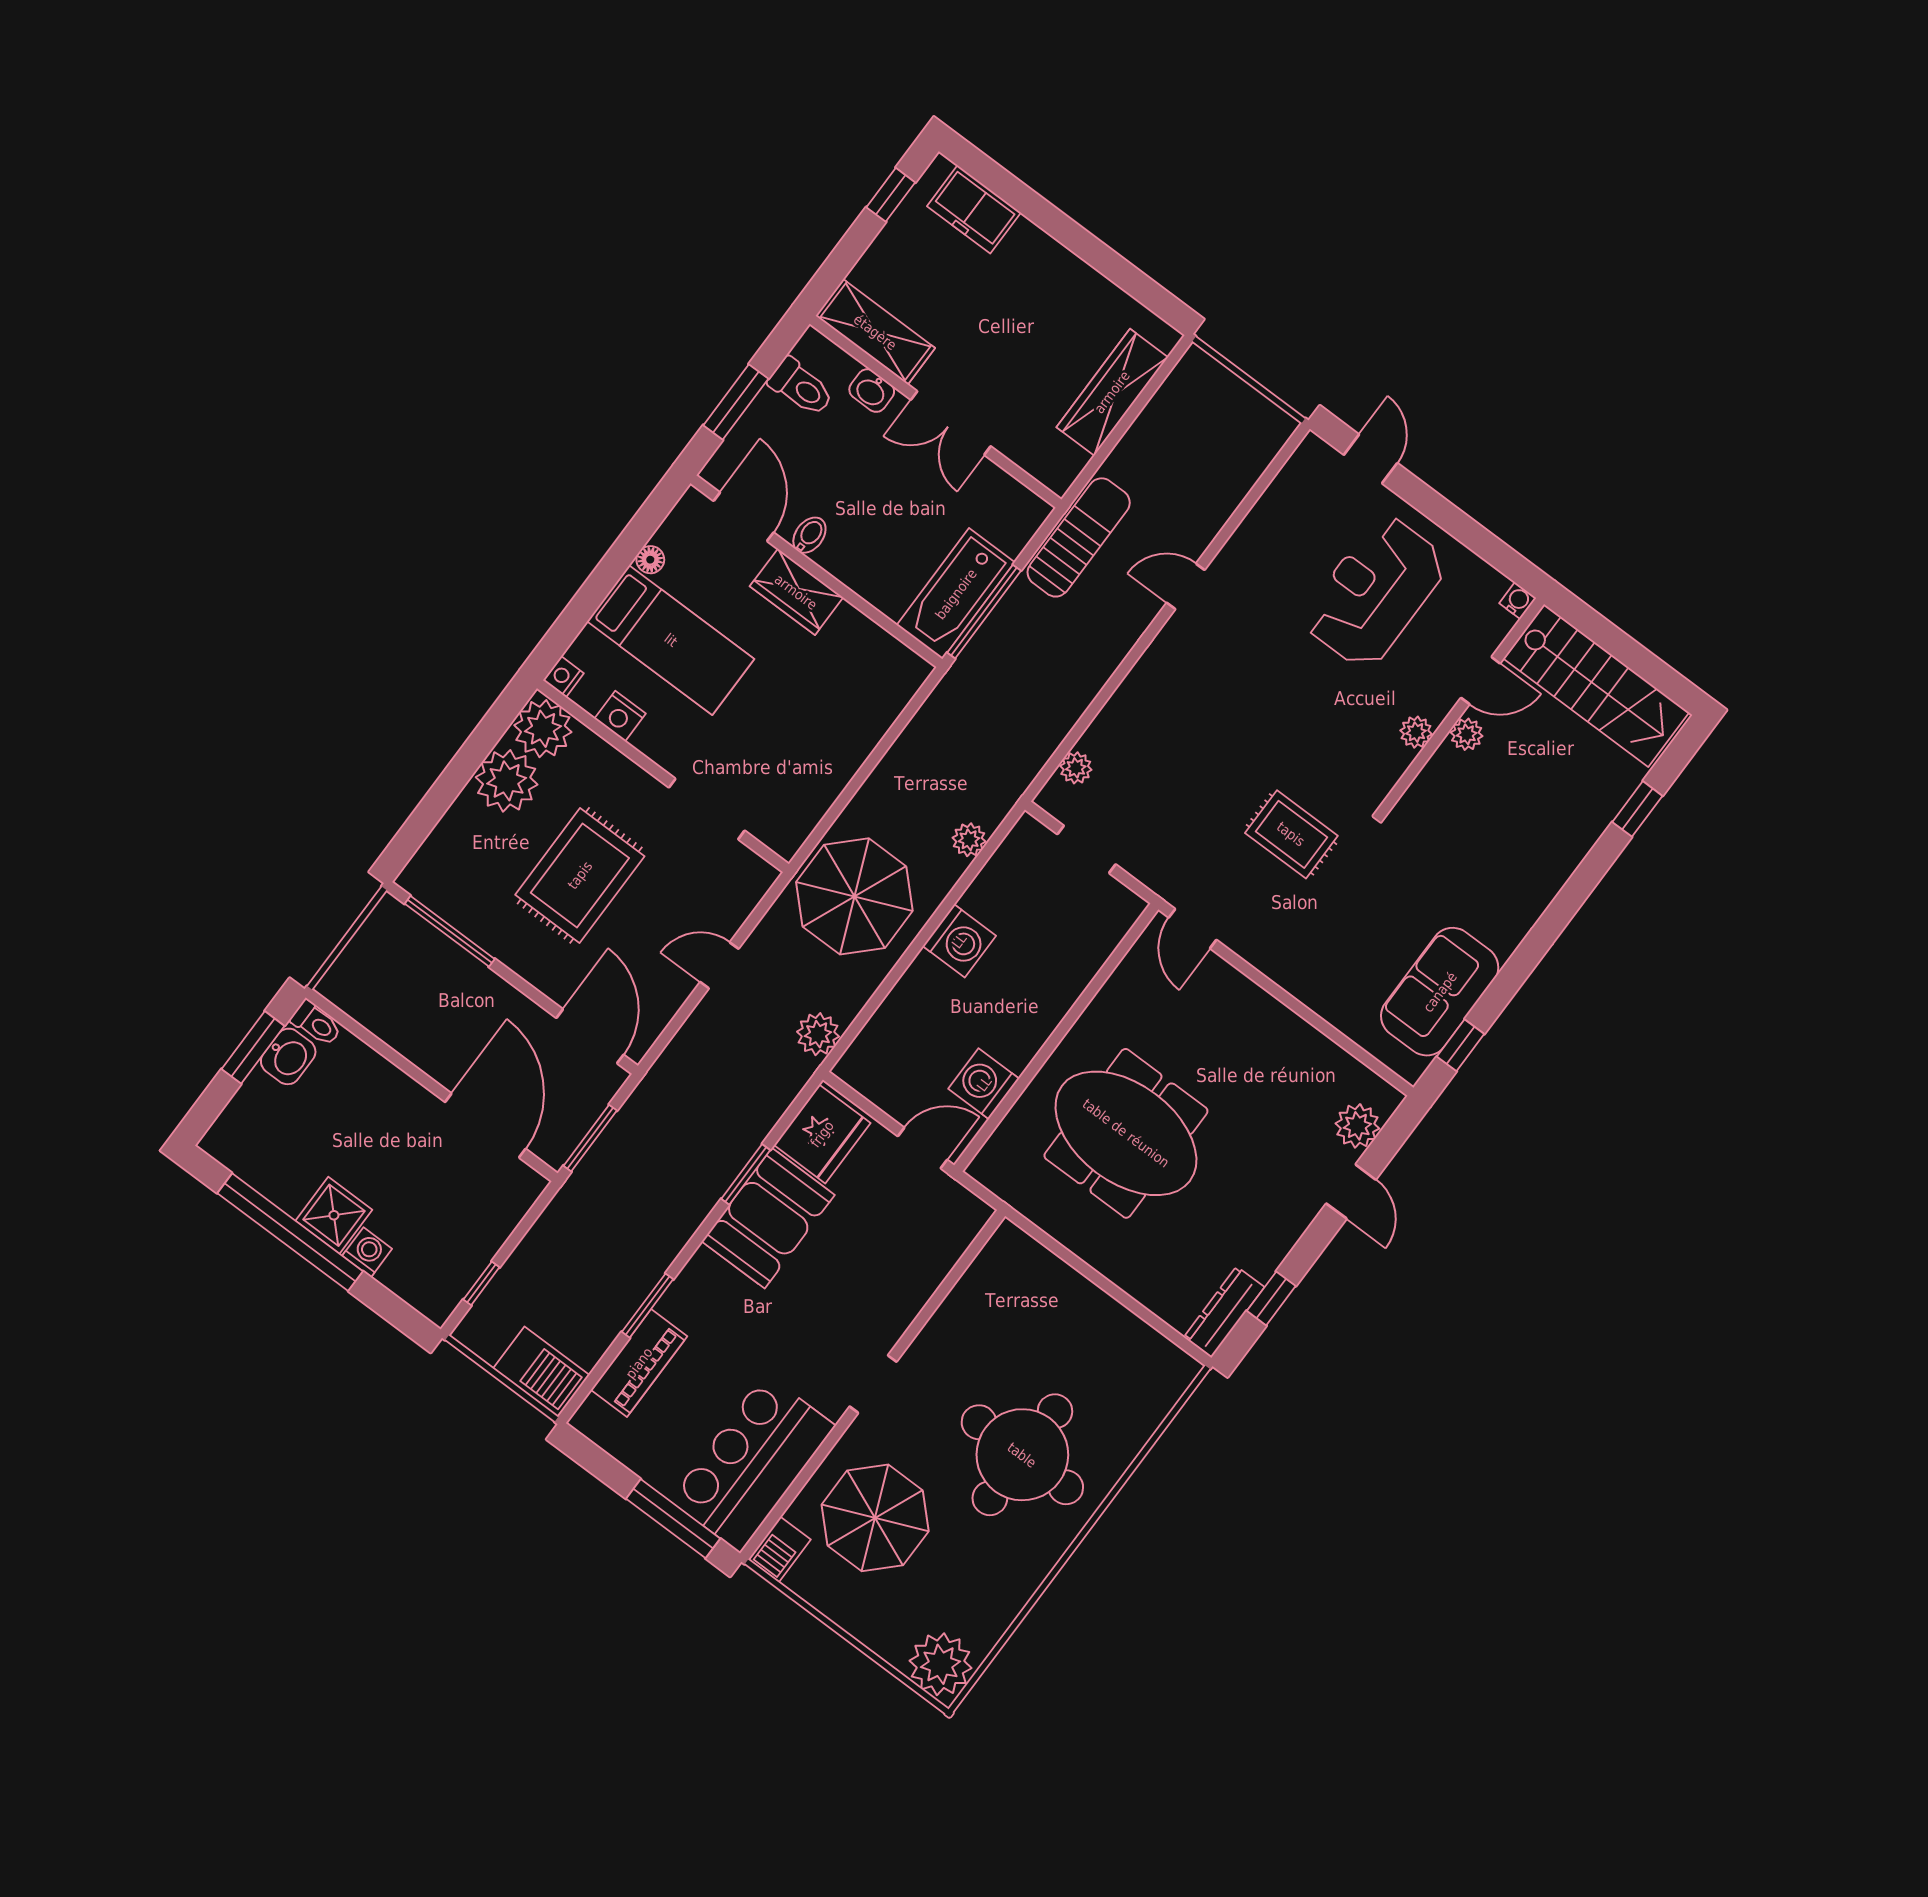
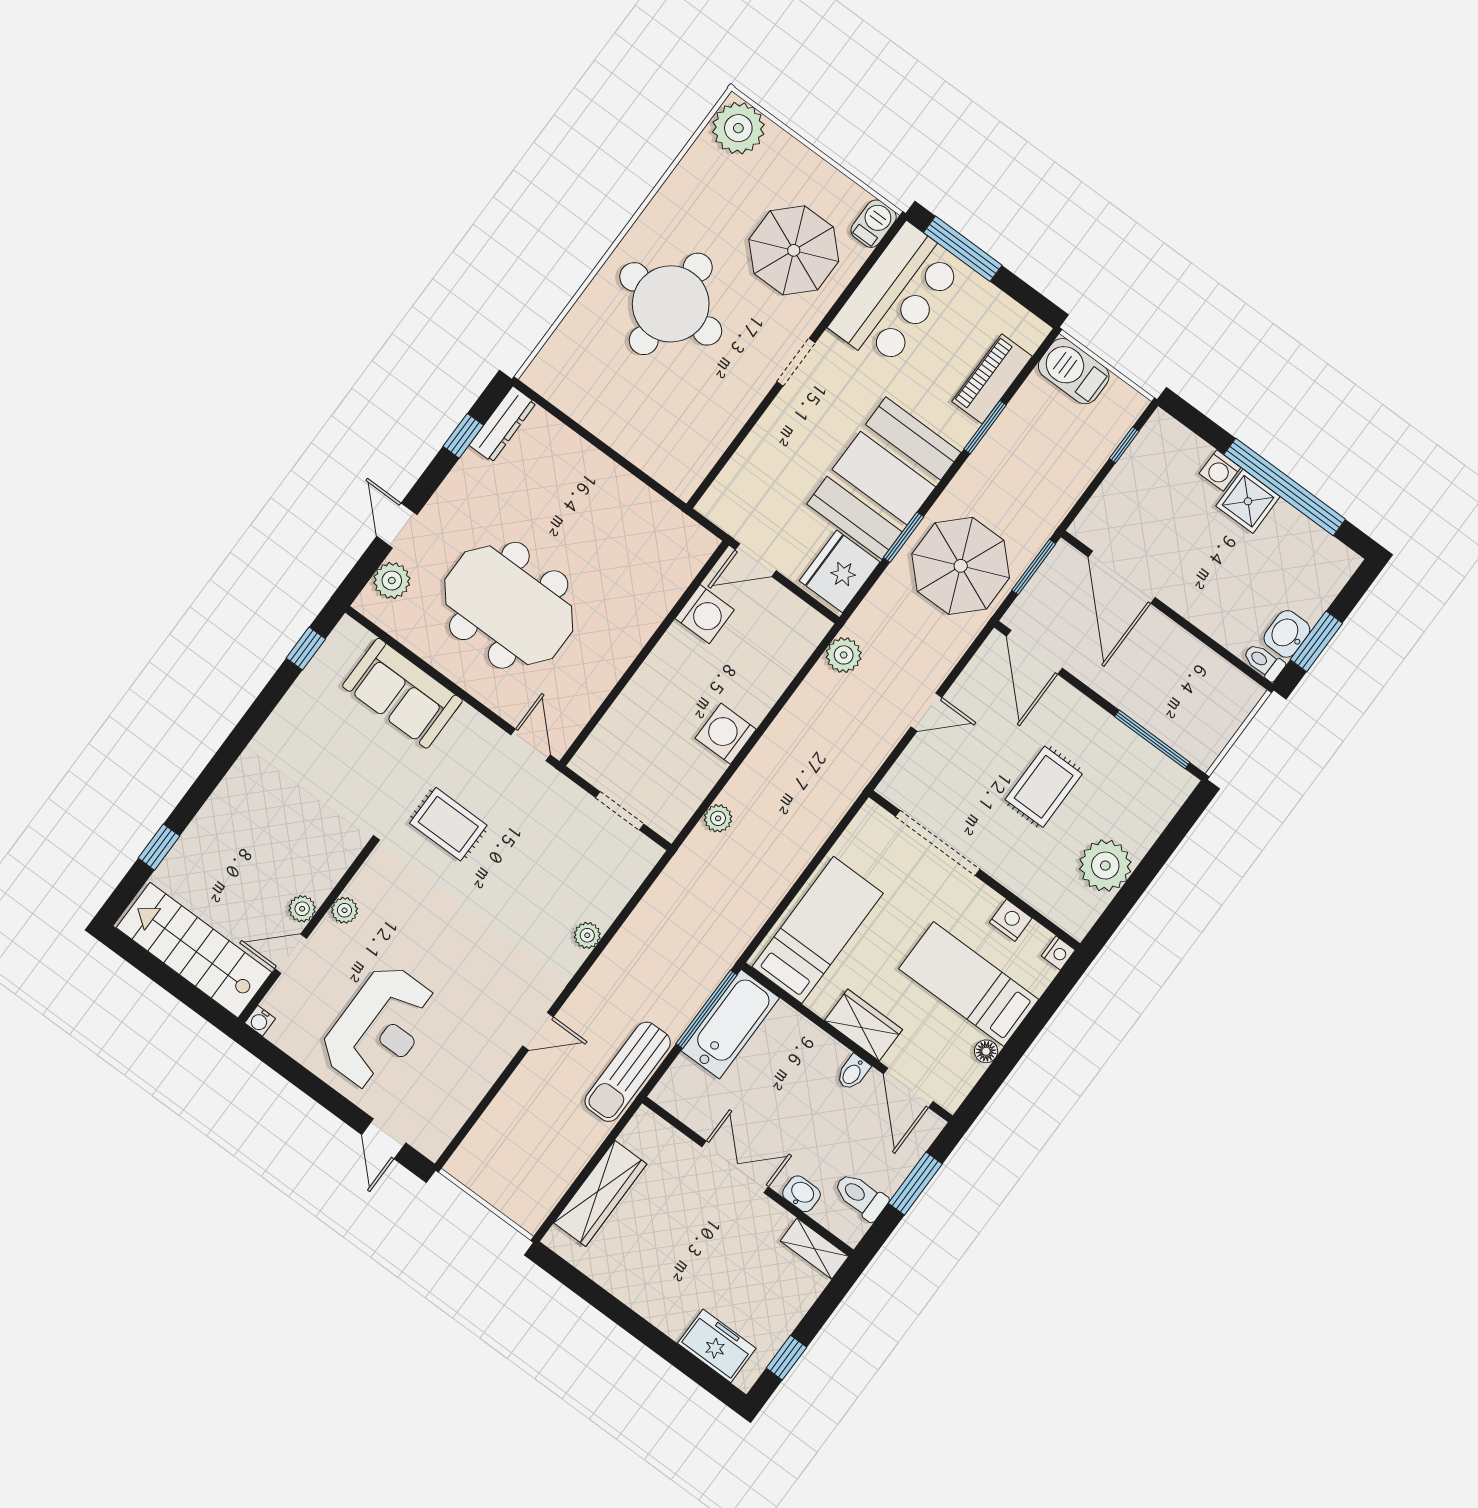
shelving: (875, 332) -> (814, 1249), width x0.67, depth x0.75
bed: (851, 706) -> (818, 930), added
plant: (543, 729) -> (1075, 909), removed
plant: (1076, 768) -> (587, 935), moved
doorway: (707, 809) -> (938, 843), width x1.36
rug: (580, 875) -> (1044, 787), width x0.73, depth x0.70
parasol: (854, 896) -> (961, 566), moved
sofa: (1440, 992) -> (402, 693), moved, turned 90
meeting table: (1126, 1133) -> (509, 605), moved
booth: (768, 1218) -> (884, 478), width x1.36, depth x1.42

